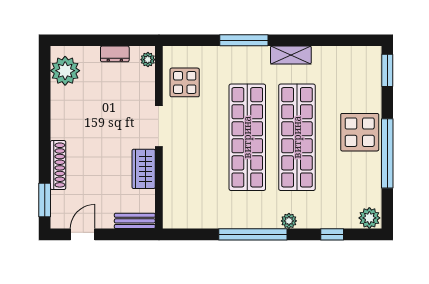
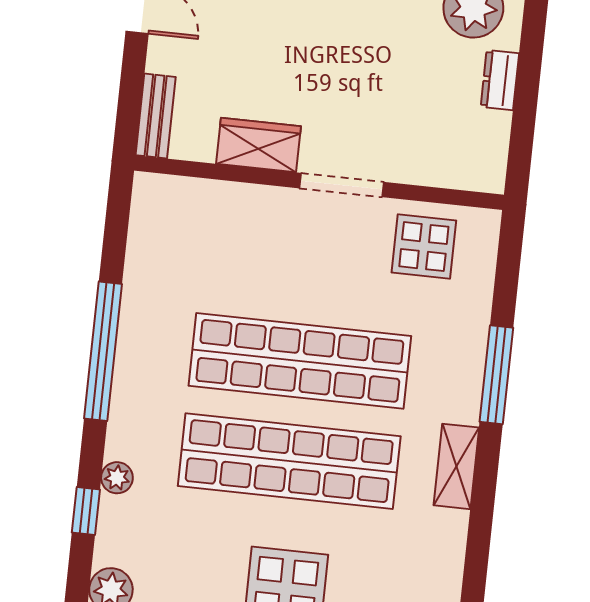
dresser: (115, 54) -> (500, 80), moved
plant: (148, 60) -> (478, 177), removed
plant: (289, 221) -> (117, 478), moved

